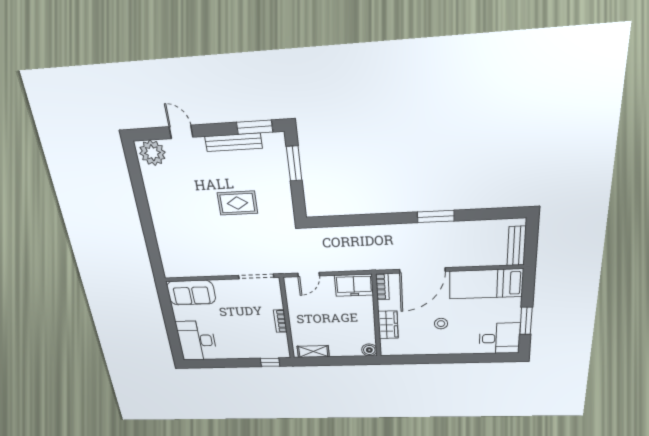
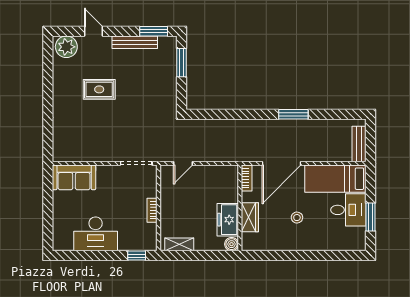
rug: (237, 203) -> (99, 89), moved
freezer: (354, 285) -> (228, 220), moved, turned 90
desk: (499, 338) -> (348, 210), moved
desk: (197, 341) -> (96, 234), moved, turned -90

